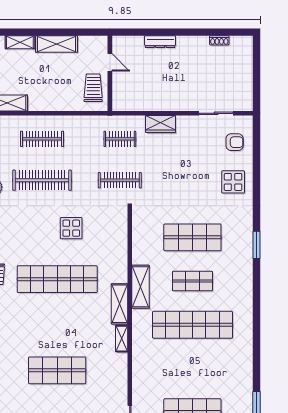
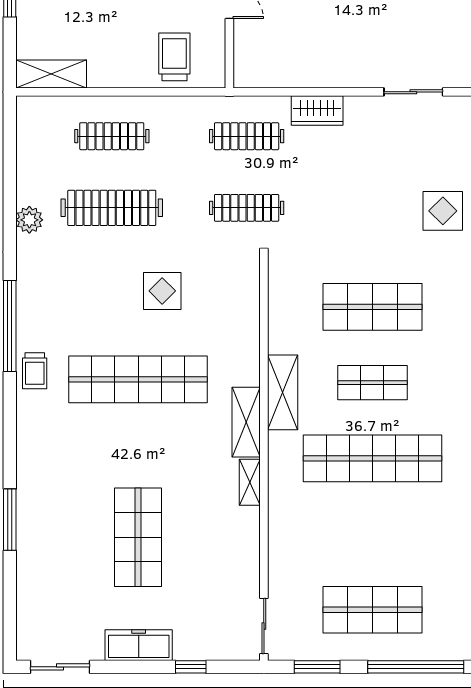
trolley: (93, 88) -> (174, 57), moved
clothes rail: (120, 139) -> (247, 136), width x1.36
armchair: (235, 142) -> (445, 142), removed
shop shelf: (57, 370) -> (138, 537), turned 90

